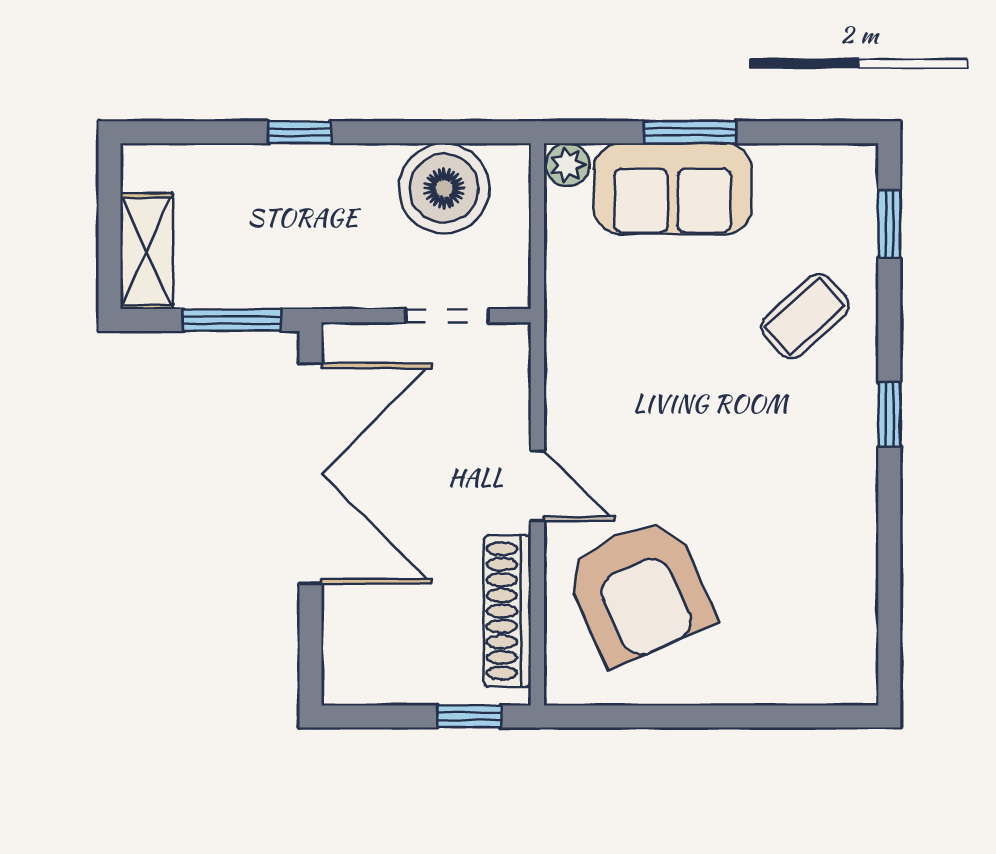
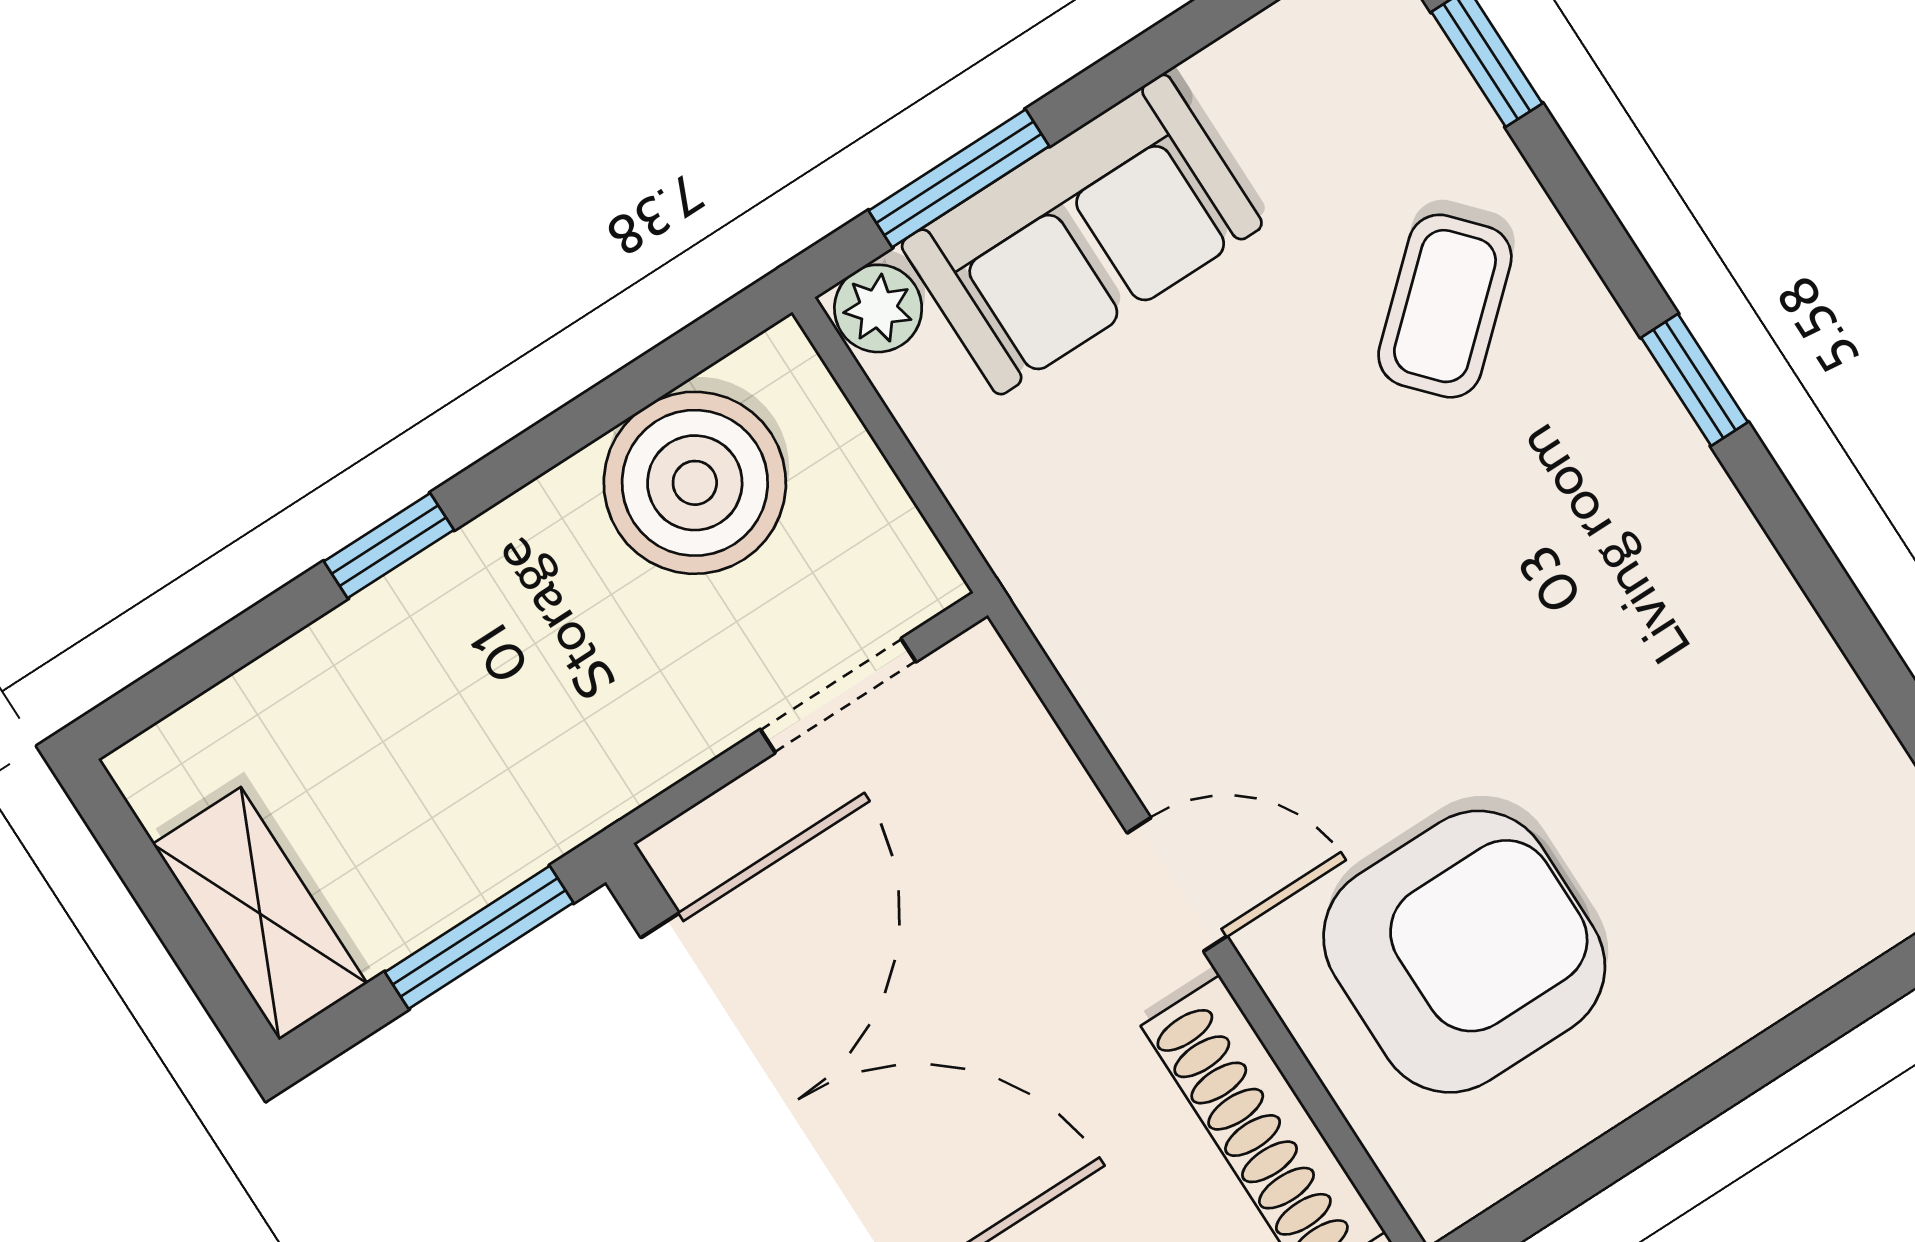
window: (690, 132) -> (959, 178), moved
armchair: (639, 591) -> (1464, 952), turned -66

